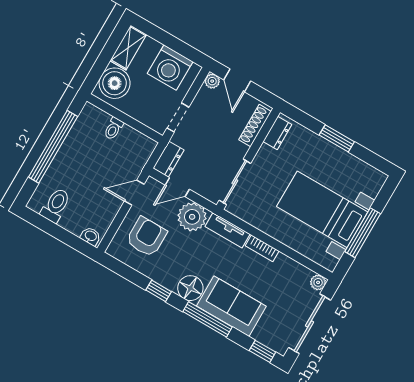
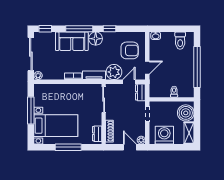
window: (337, 138) -> (68, 147), width x1.44
bed with nightstands: (322, 209) -> (56, 126), moved
armchair: (146, 237) -> (130, 50), turned -90

